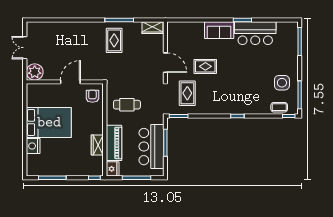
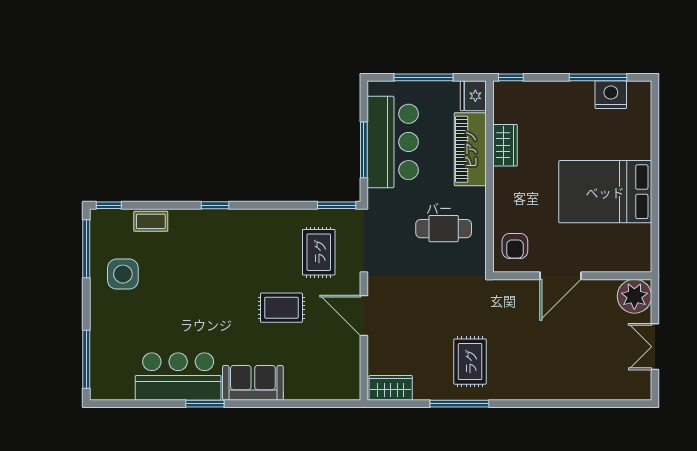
double door: (25, 48) -> (655, 347), swing flipped
coffee table: (279, 107) -> (151, 221), moved
nightstand: (33, 146) -> (611, 95), moved, turned -90

